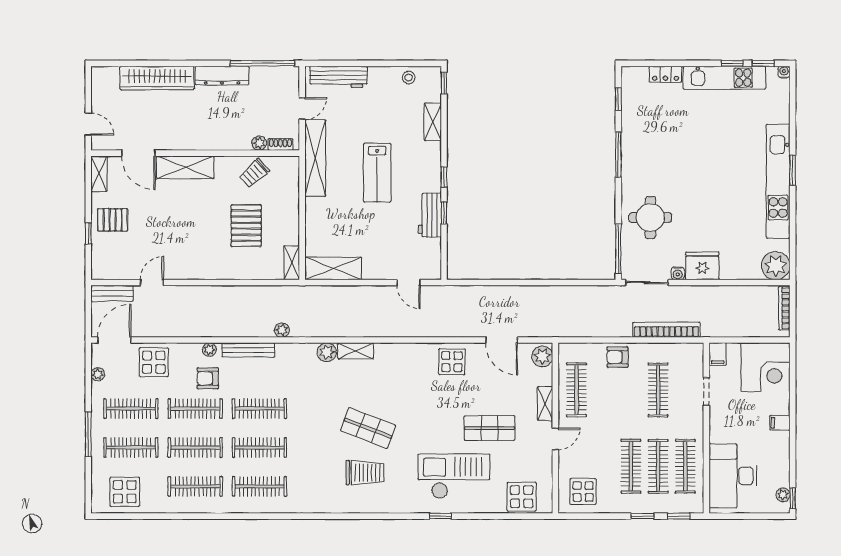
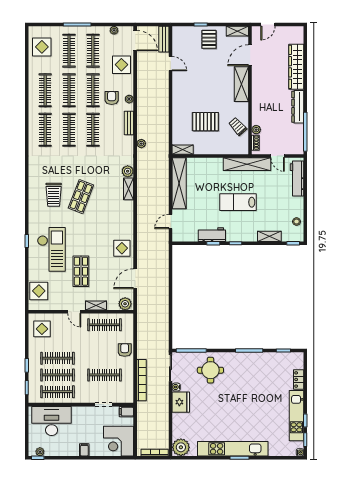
shelving: (333, 268) -> (179, 183), width x1.47
bench: (248, 350) -> (129, 123), width x0.73

